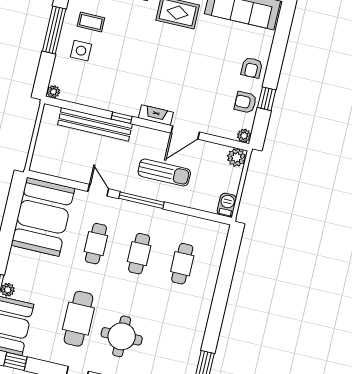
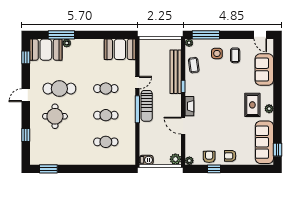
window: (54, 30) -> (206, 35), moved
coffee table: (91, 93) -> (194, 65), added
sun lounger: (164, 173) -> (147, 106), moved
booth: (43, 217) -> (120, 49), width x0.73, depth x0.70

